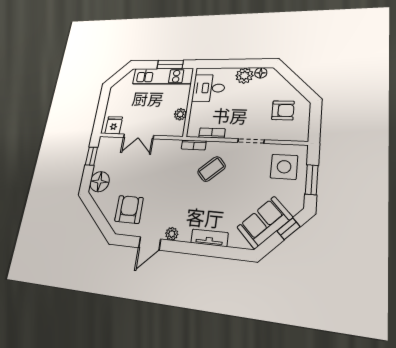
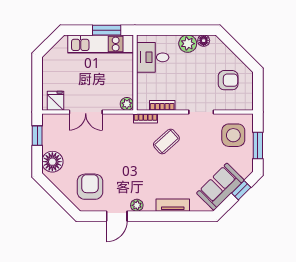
plant: (180, 114) -> (127, 104), moved

